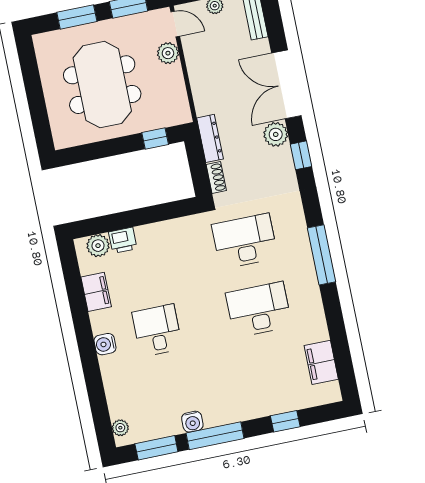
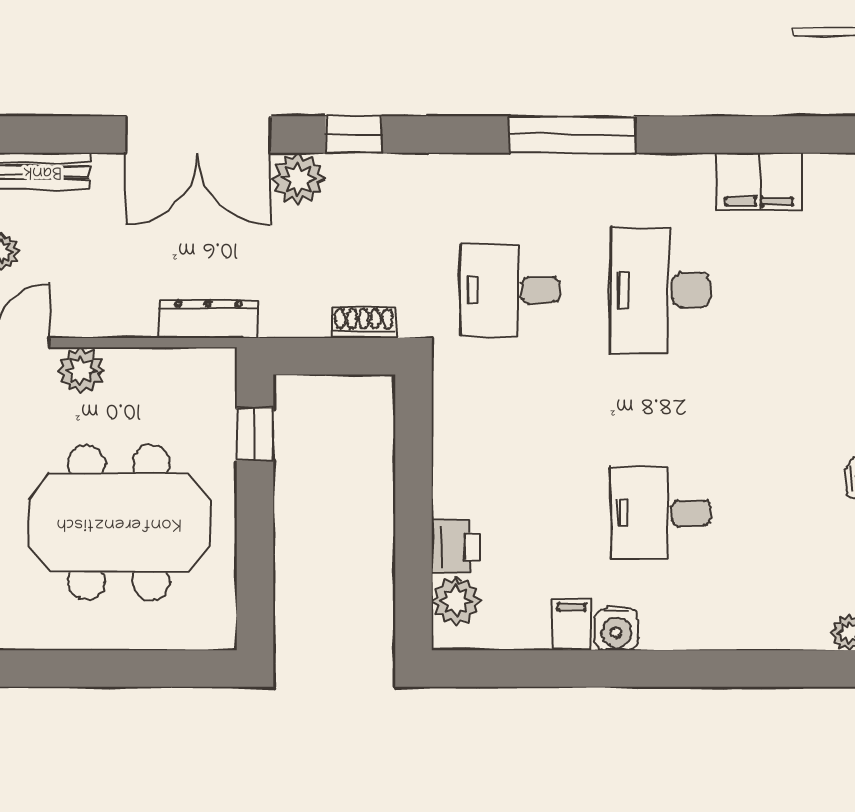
dresser: (210, 138) -> (208, 319), moved
desk: (245, 241) -> (510, 290), width x0.73
filing cabinet: (96, 292) -> (572, 625), width x0.50
water cooler: (105, 344) -> (616, 629), moved
filing cabinet: (321, 362) -> (759, 181), moved

